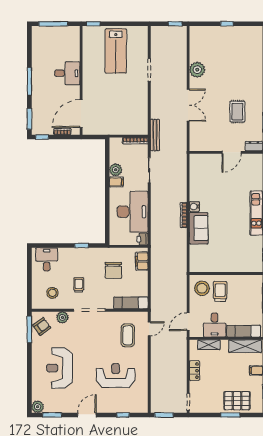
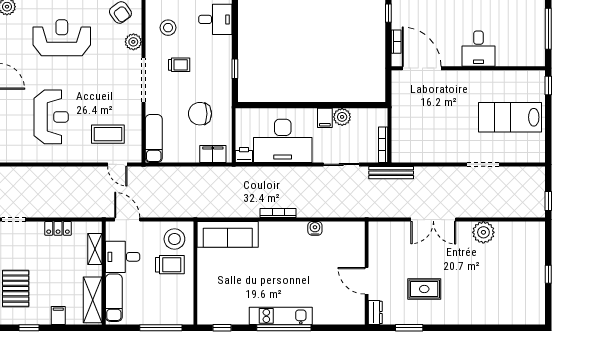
water cooler: (194, 207) -> (315, 228), moved
sofa: (199, 228) -> (228, 234), moved, width x1.36

